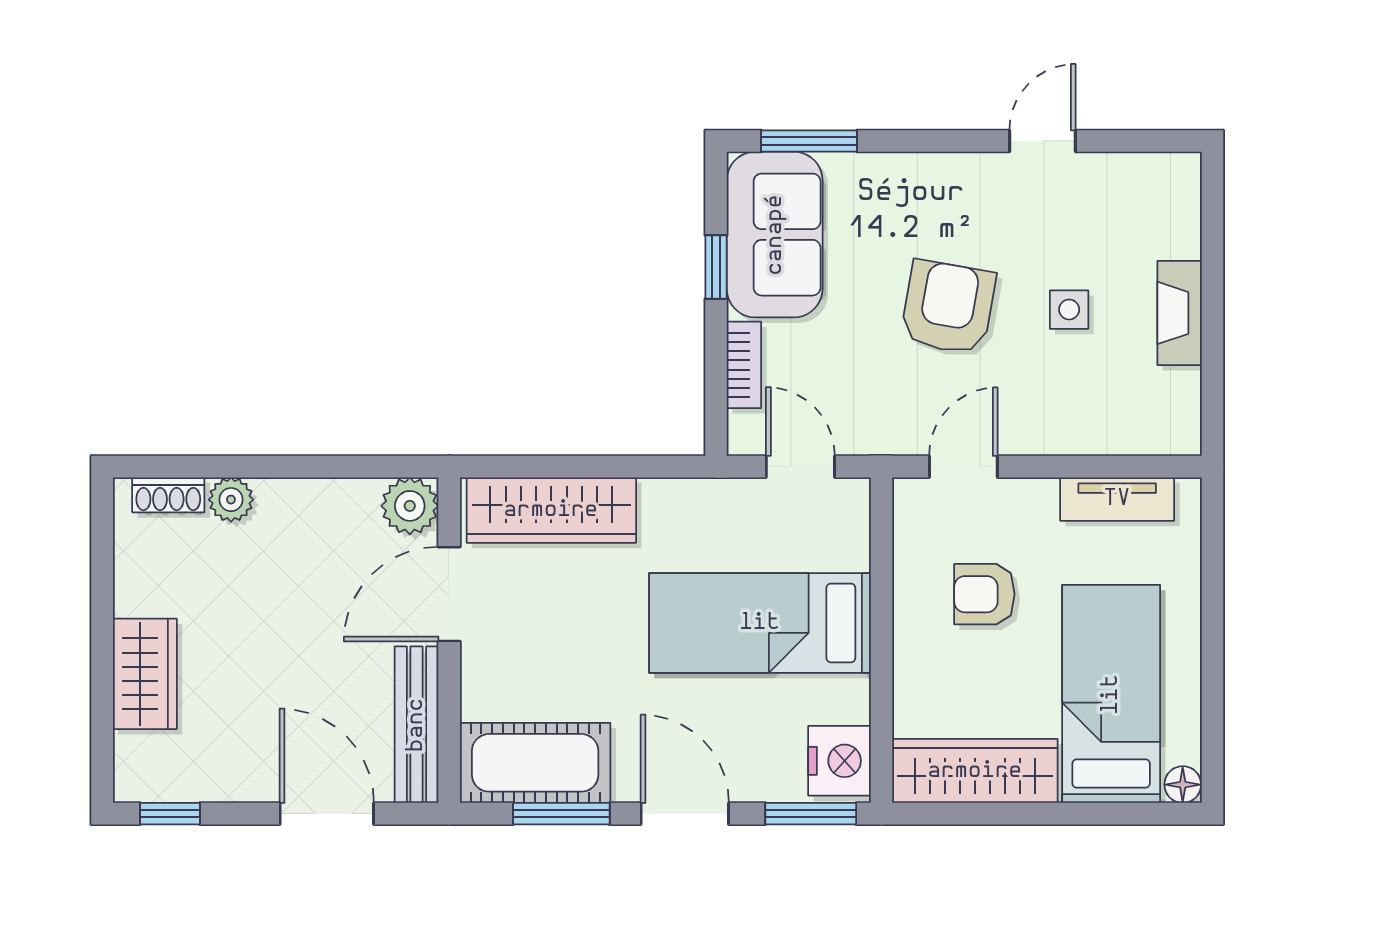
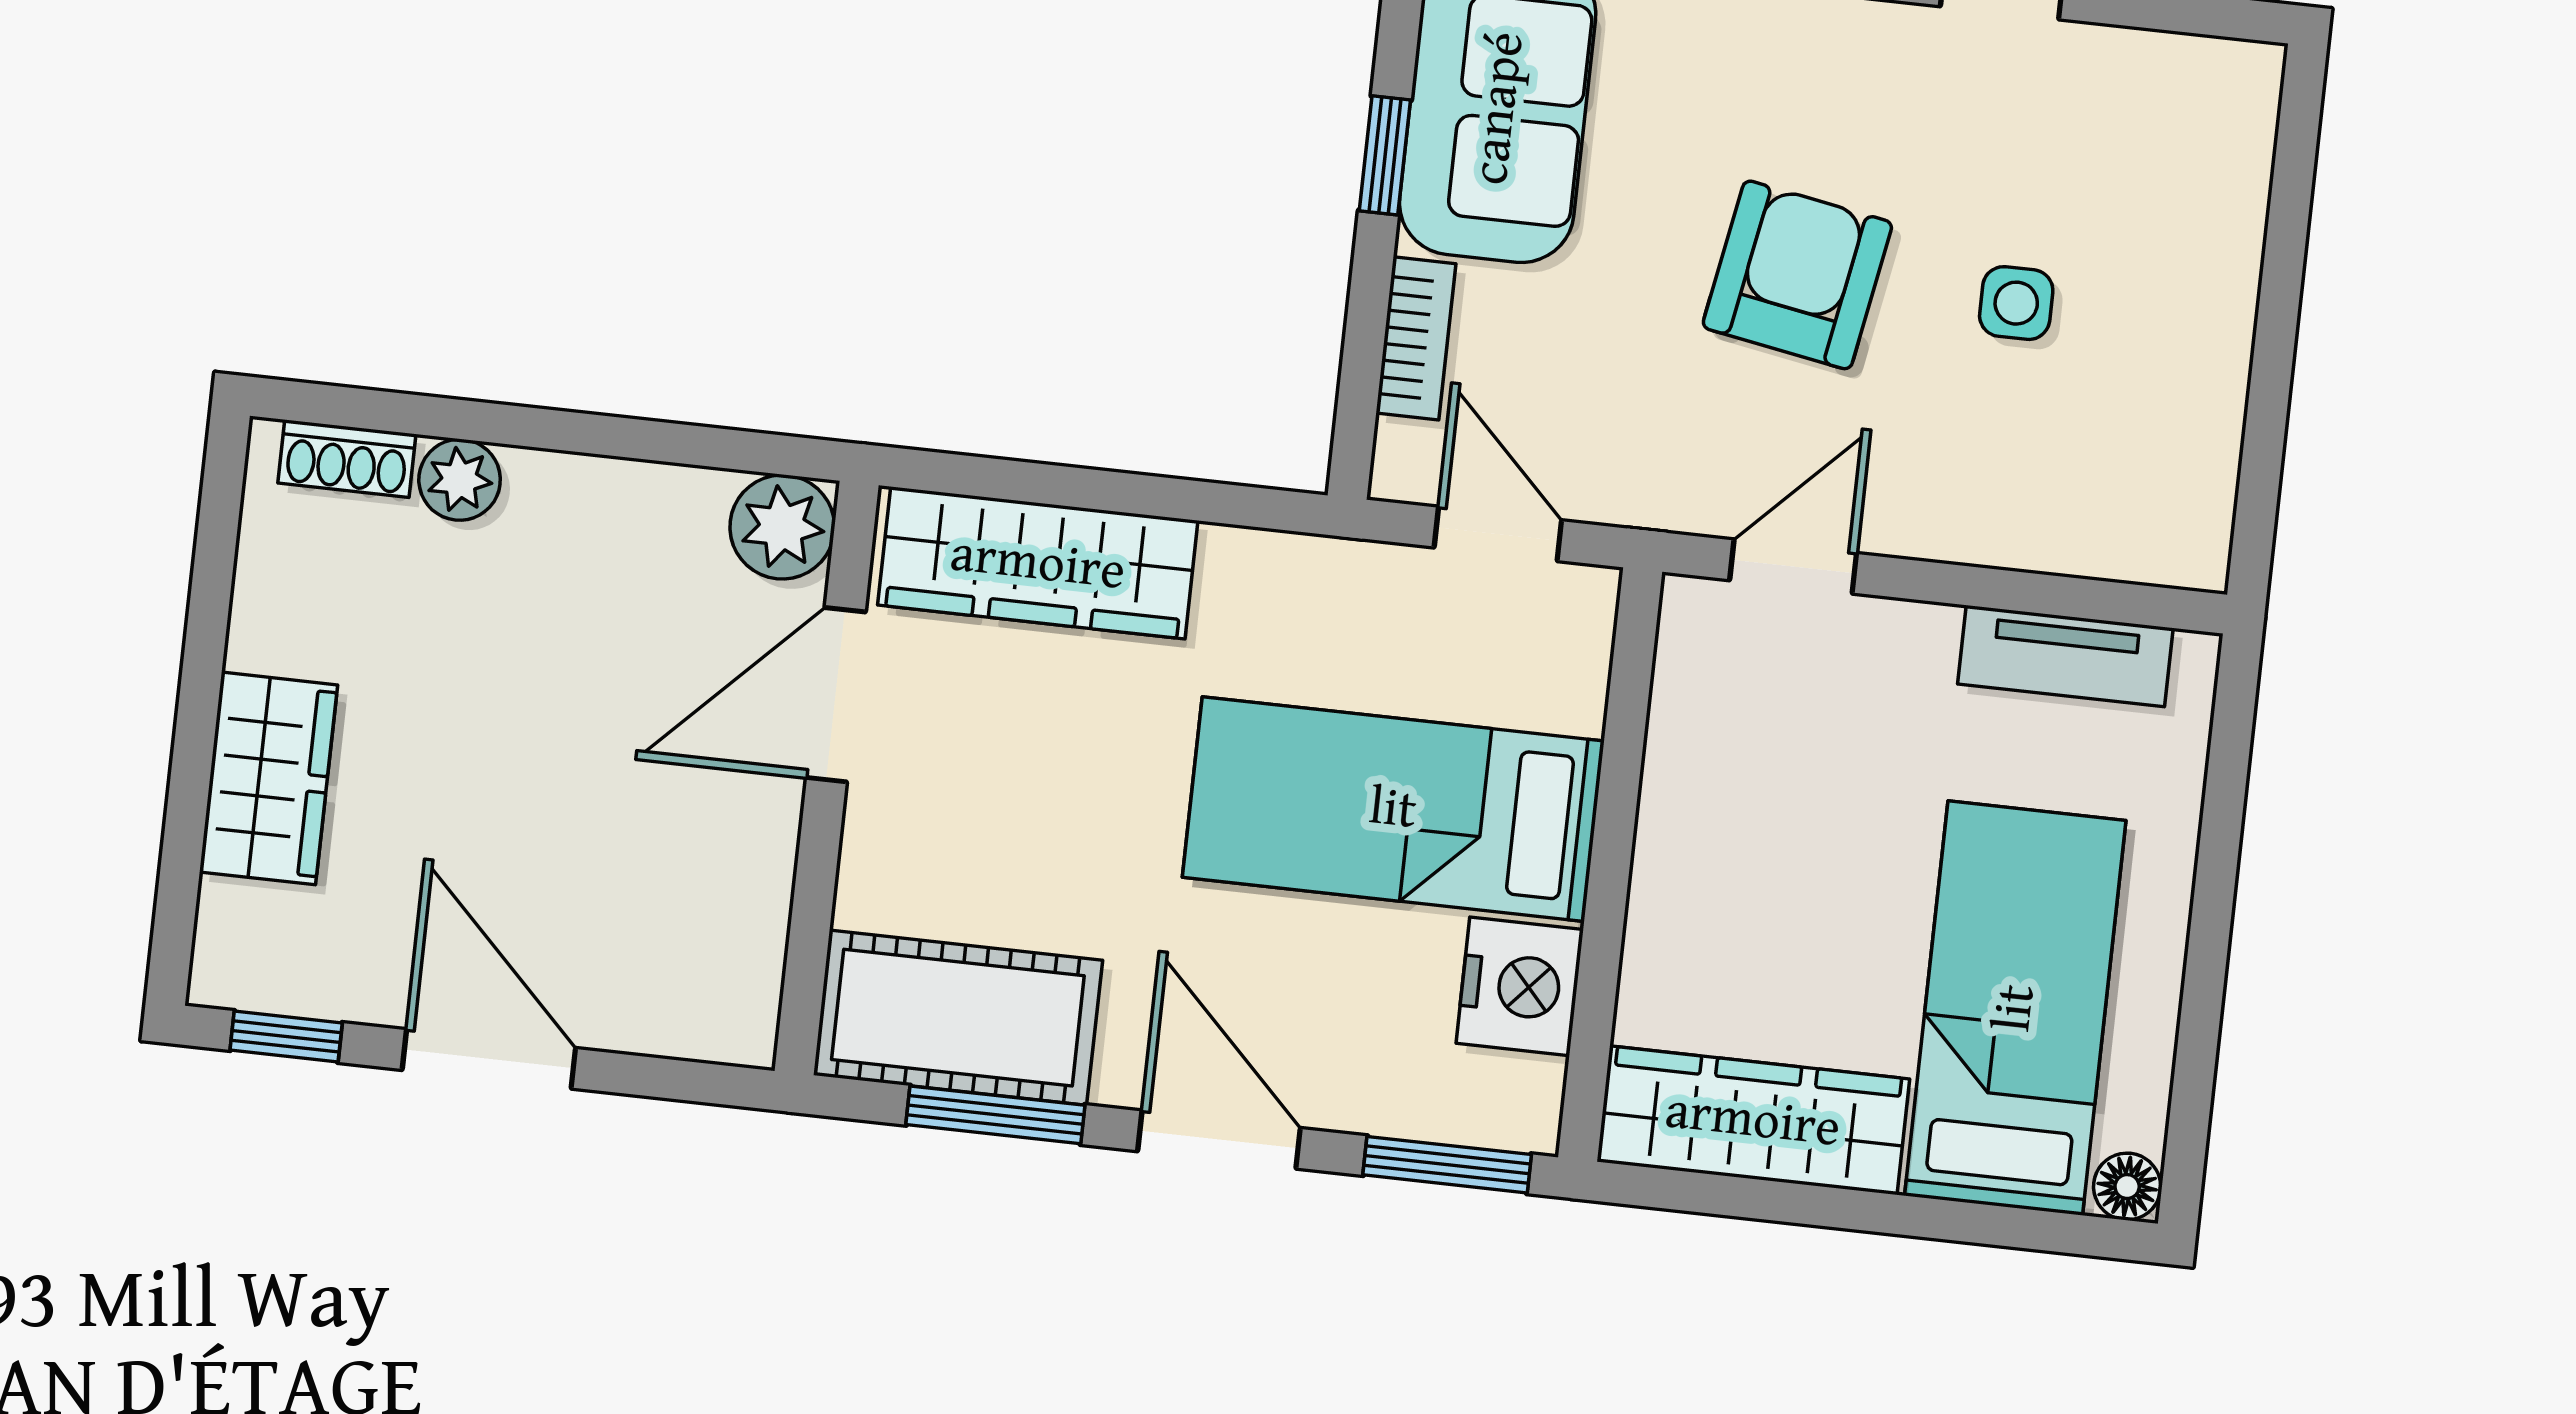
fireplace: (1180, 313) -> (2216, 331), removed
armchair: (984, 594) -> (1806, 802), removed
bench: (416, 725) -> (751, 925), removed
nightstand: (840, 761) -> (1520, 986), moved
door: (327, 814) -> (489, 1059), moved

